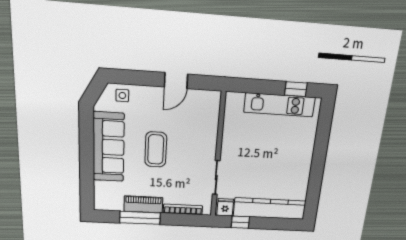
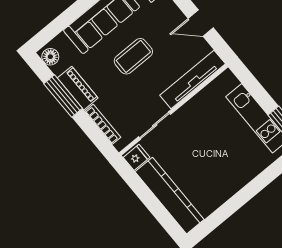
tv unit: (210, 124) -> (193, 79), added
floor lamp: (105, 203) -> (50, 57), added
window: (240, 222) -> (135, 183), removed

